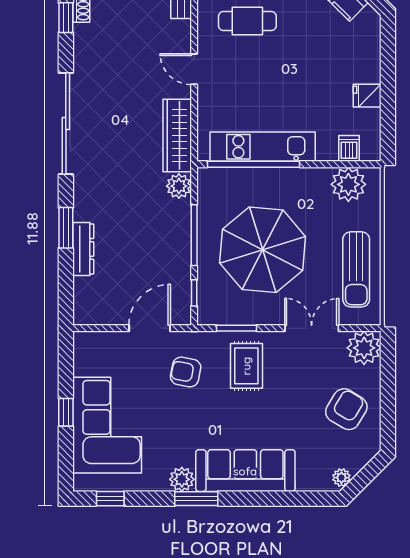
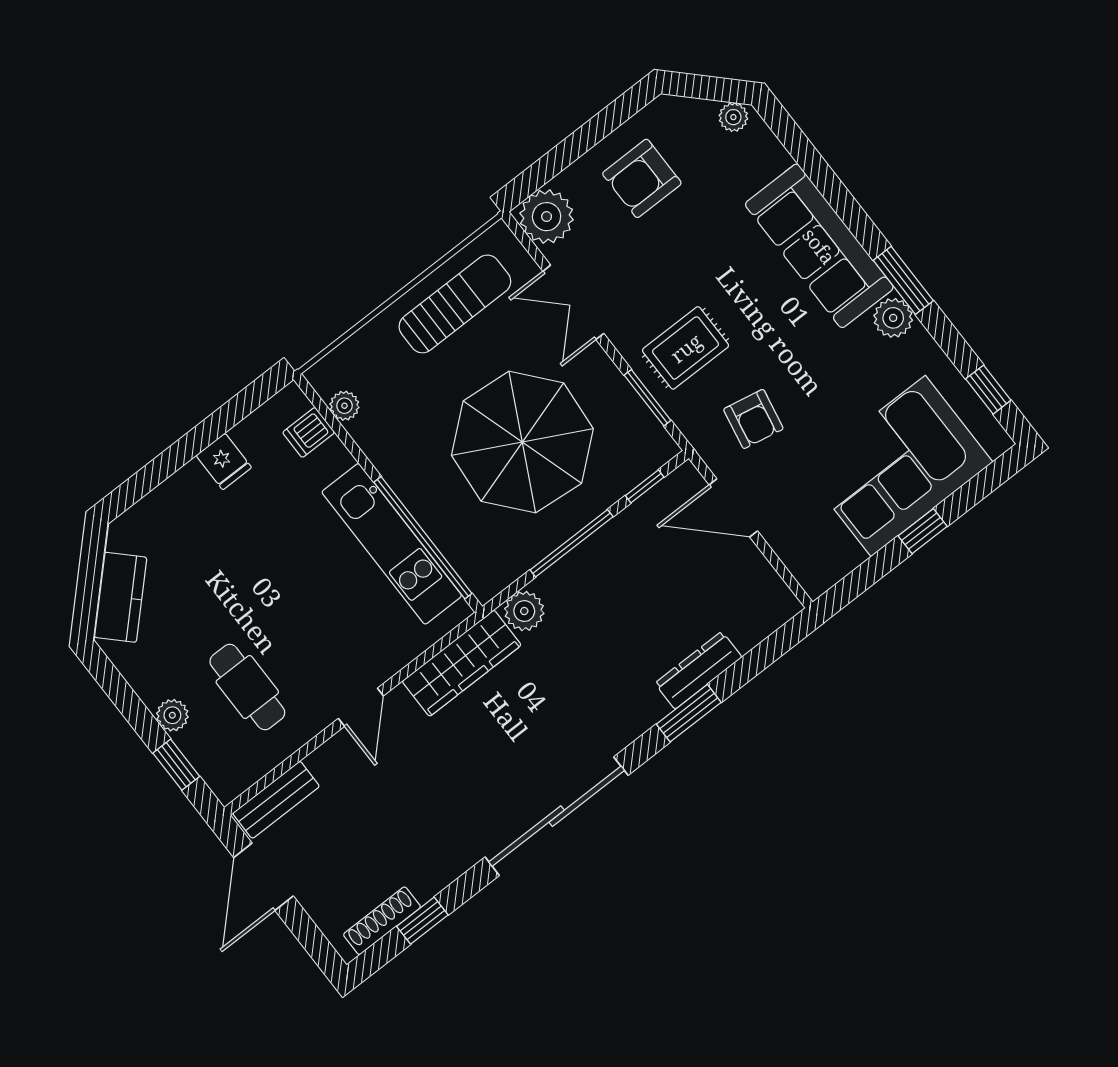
plant: (348, 184) -> (344, 406), width x0.53, depth x0.53
armchair: (346, 409) -> (642, 178), turned -31

